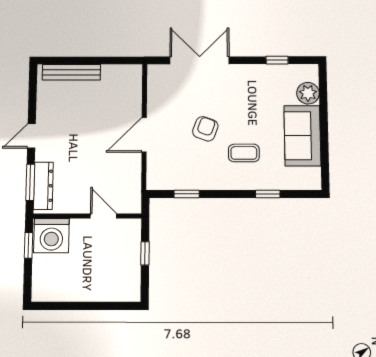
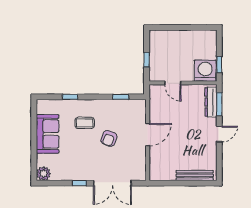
window: (277, 60) -> (79, 183), moved
plant: (308, 93) -> (43, 174), moved

